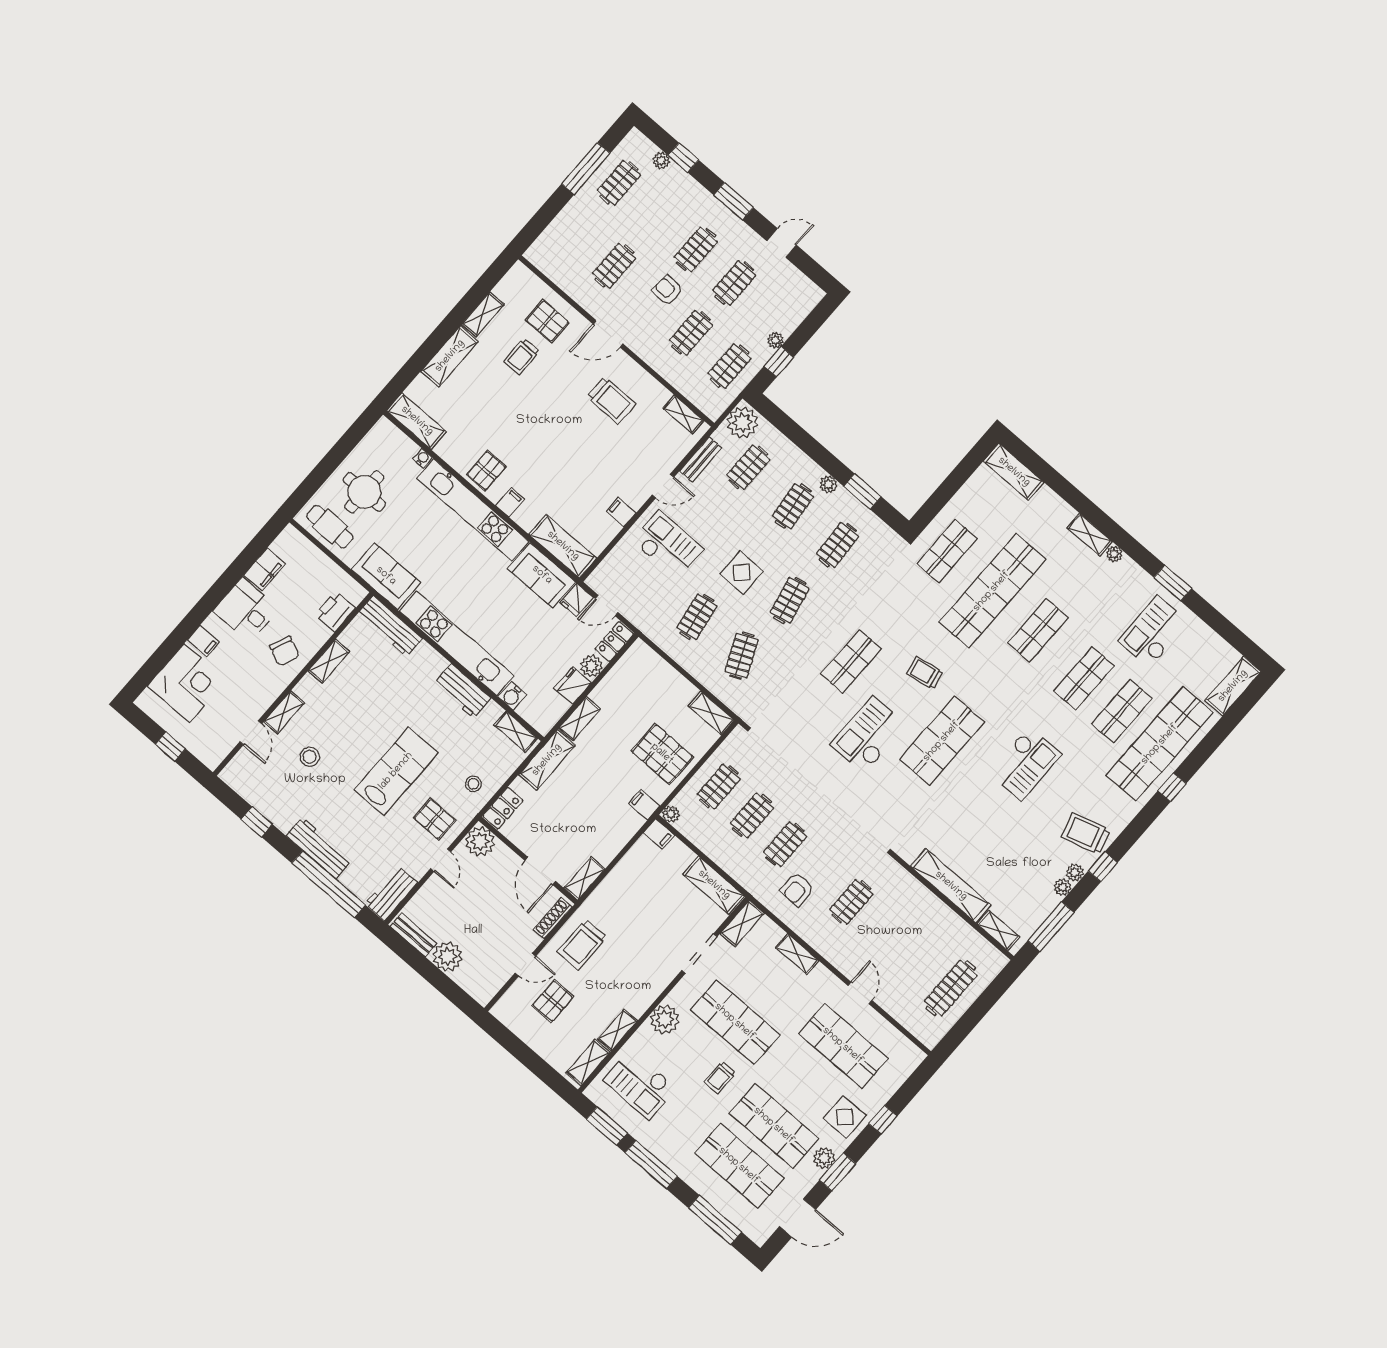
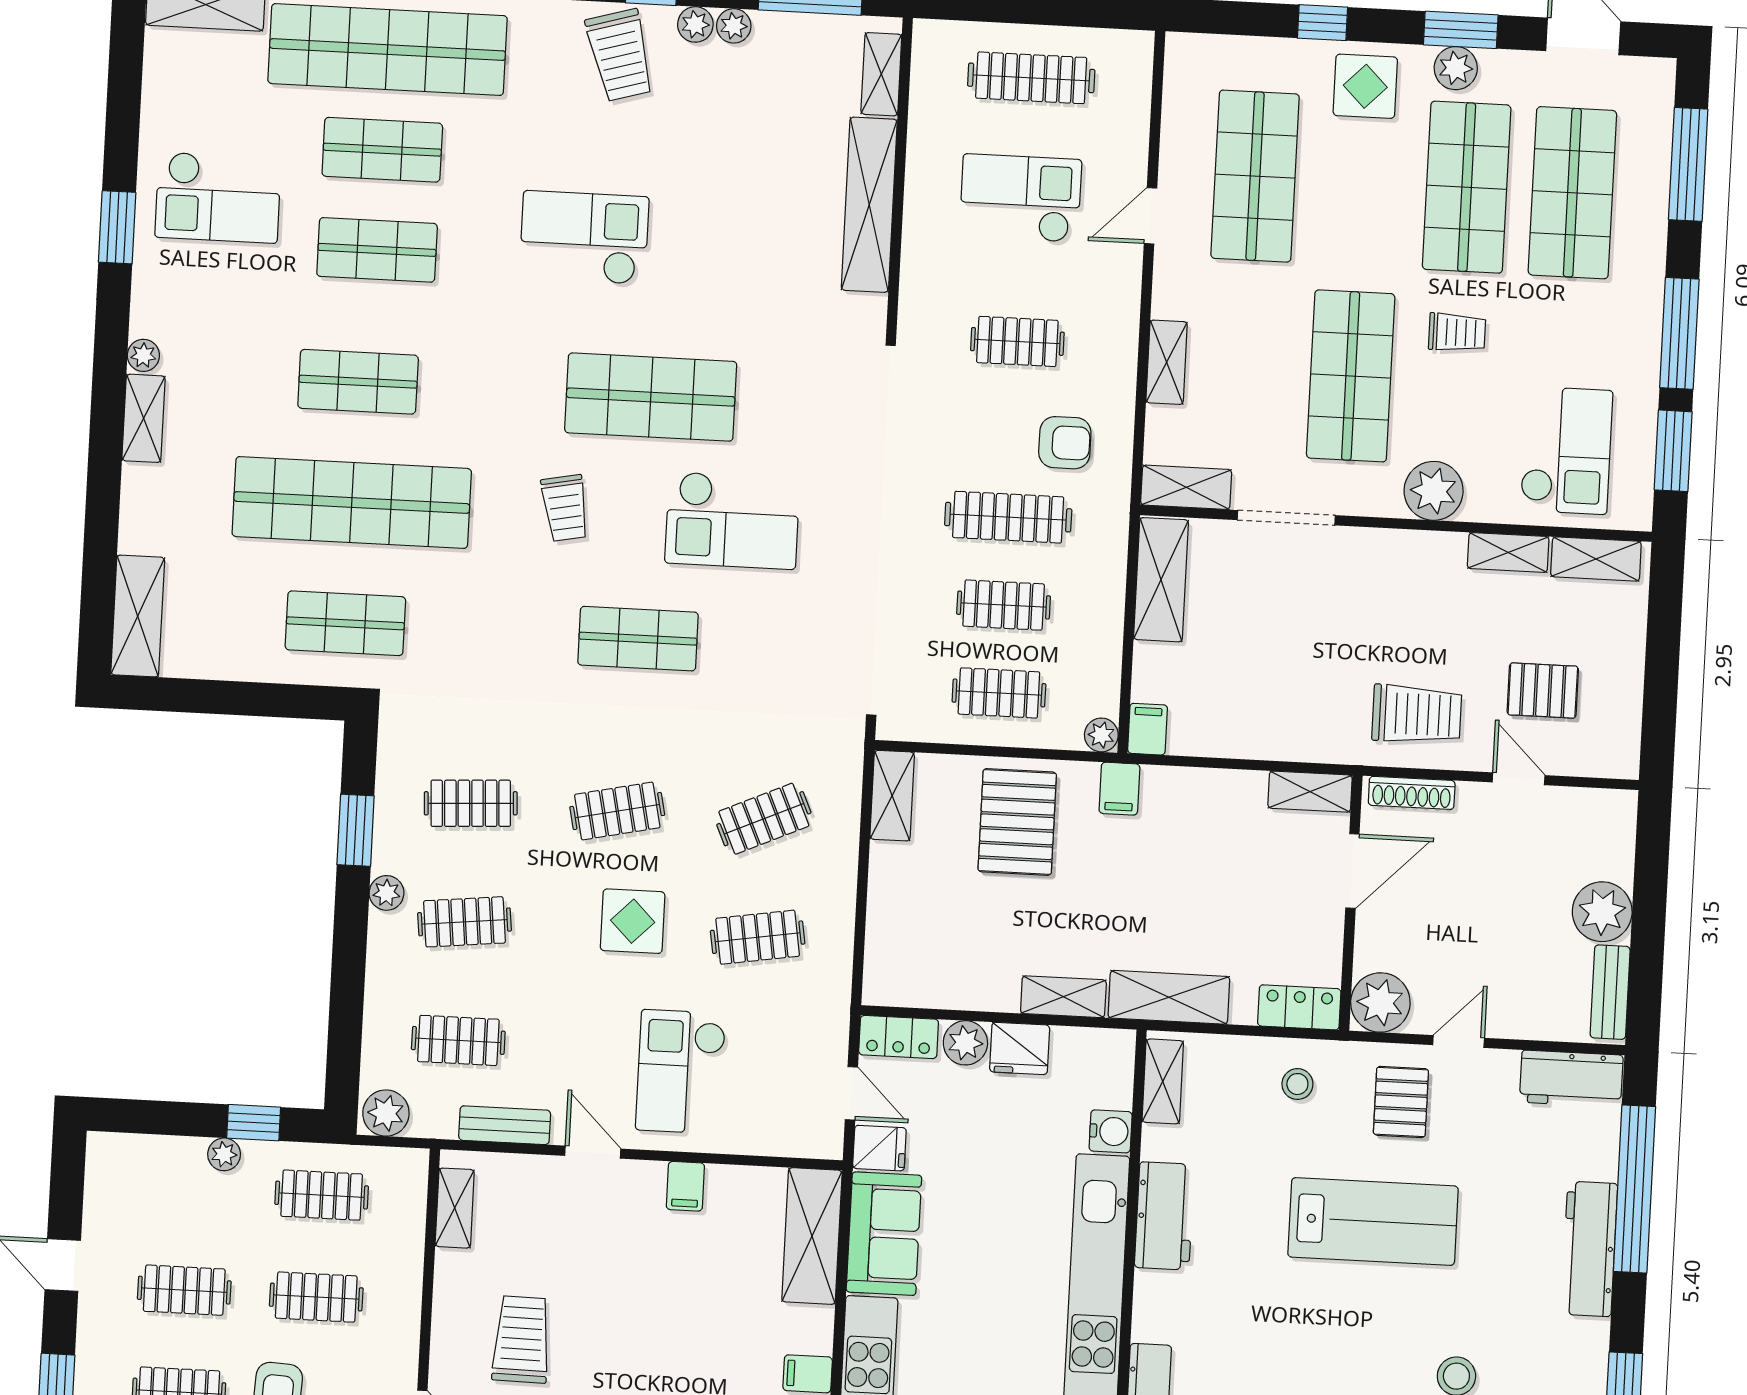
plant: (742, 423) -> (386, 1113), width x0.73, depth x0.73
lab bench: (396, 771) -> (1373, 1222), turned 180
clothes rail: (785, 844) -> (1008, 517), width x1.36
checkout: (907, 947) -> (1021, 198), added

